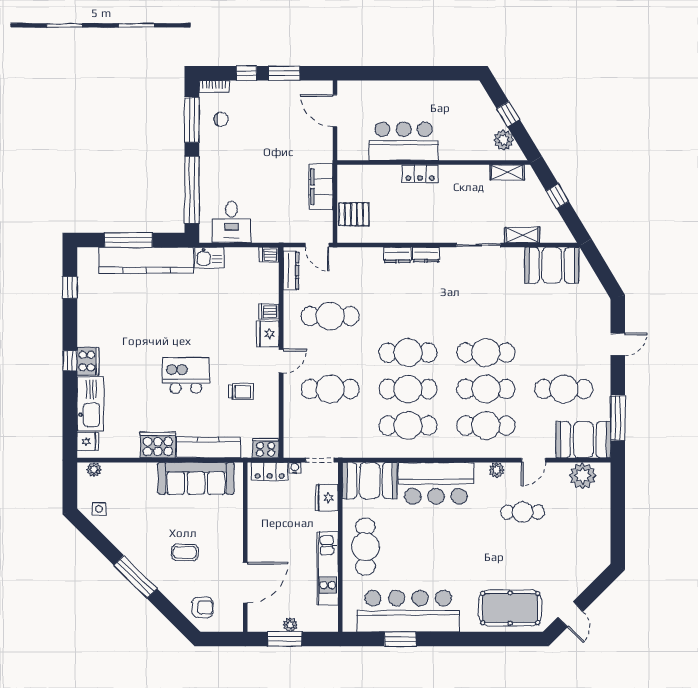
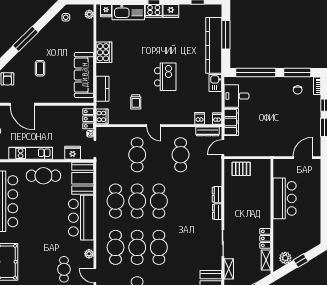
locker: (420, 174) -> (265, 238), moved
filing cabinet: (321, 187) -> (231, 122), moved, turned 90
pallet: (354, 214) -> (241, 169), turned 90
dishwasher: (269, 312) -> (200, 118), moved
fridge: (268, 334) -> (171, 11), moved, turned 180
kitchen island: (186, 375) -> (165, 77), moved
kitchen counter: (209, 447) -> (102, 89), width x0.67

